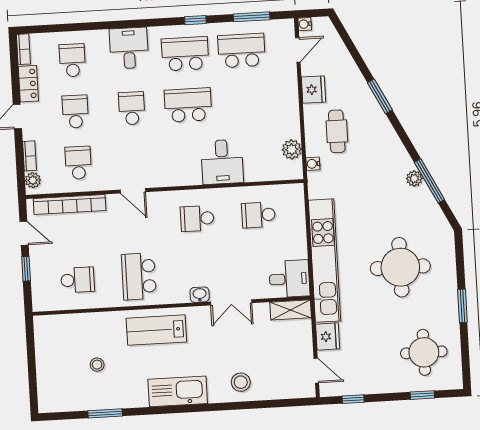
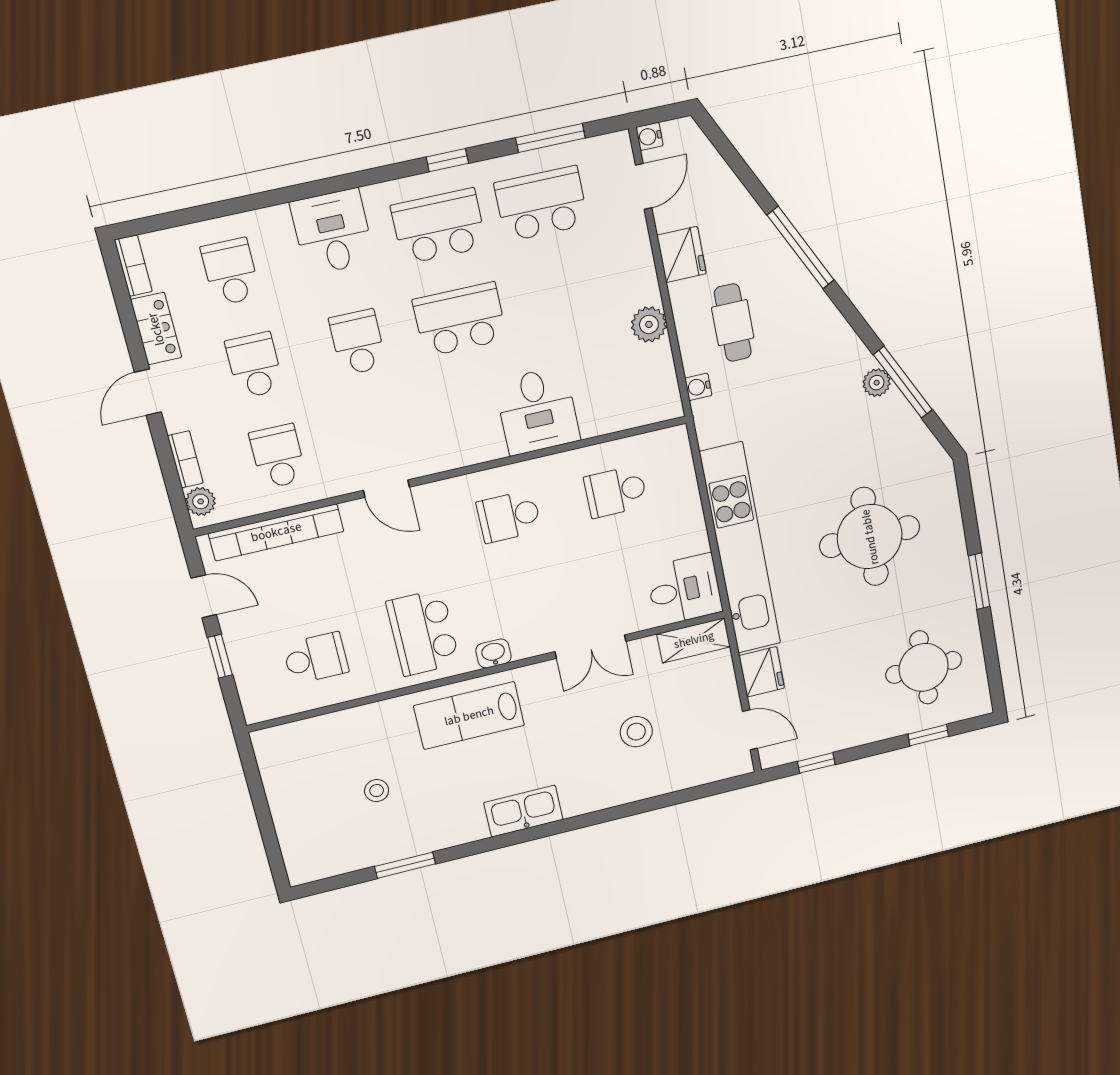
window: (380, 96) -> (801, 248), width x1.44
plant: (292, 149) -> (649, 324), moved
washbasin: (200, 295) -> (493, 654), moved
stool: (241, 382) -> (636, 732), moved
kitchen sink: (178, 391) -> (523, 811), width x0.73, depth x0.81

